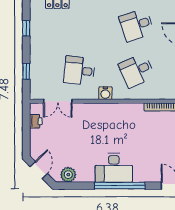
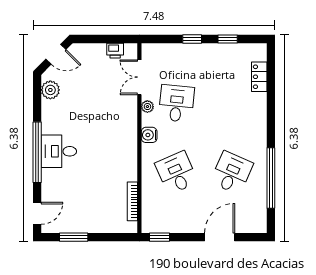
desk: (137, 25) -> (232, 173), turned 42
window: (26, 71) -> (192, 39), moved
plant: (82, 95) -> (147, 107), added
desk: (114, 168) -> (59, 151), width x0.73

